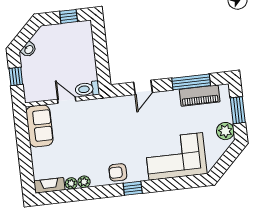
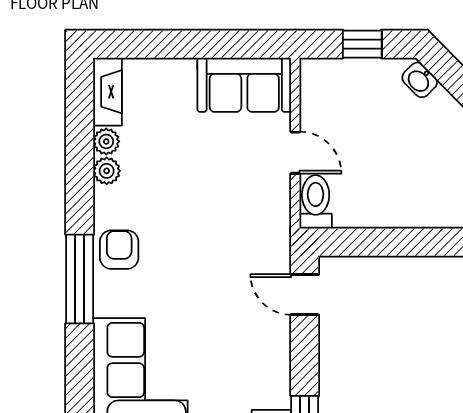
door: (143, 87) -> (305, 295), moved
door: (67, 100) -> (295, 153), hinge flipped
window: (133, 188) -> (80, 279), width x2.17

